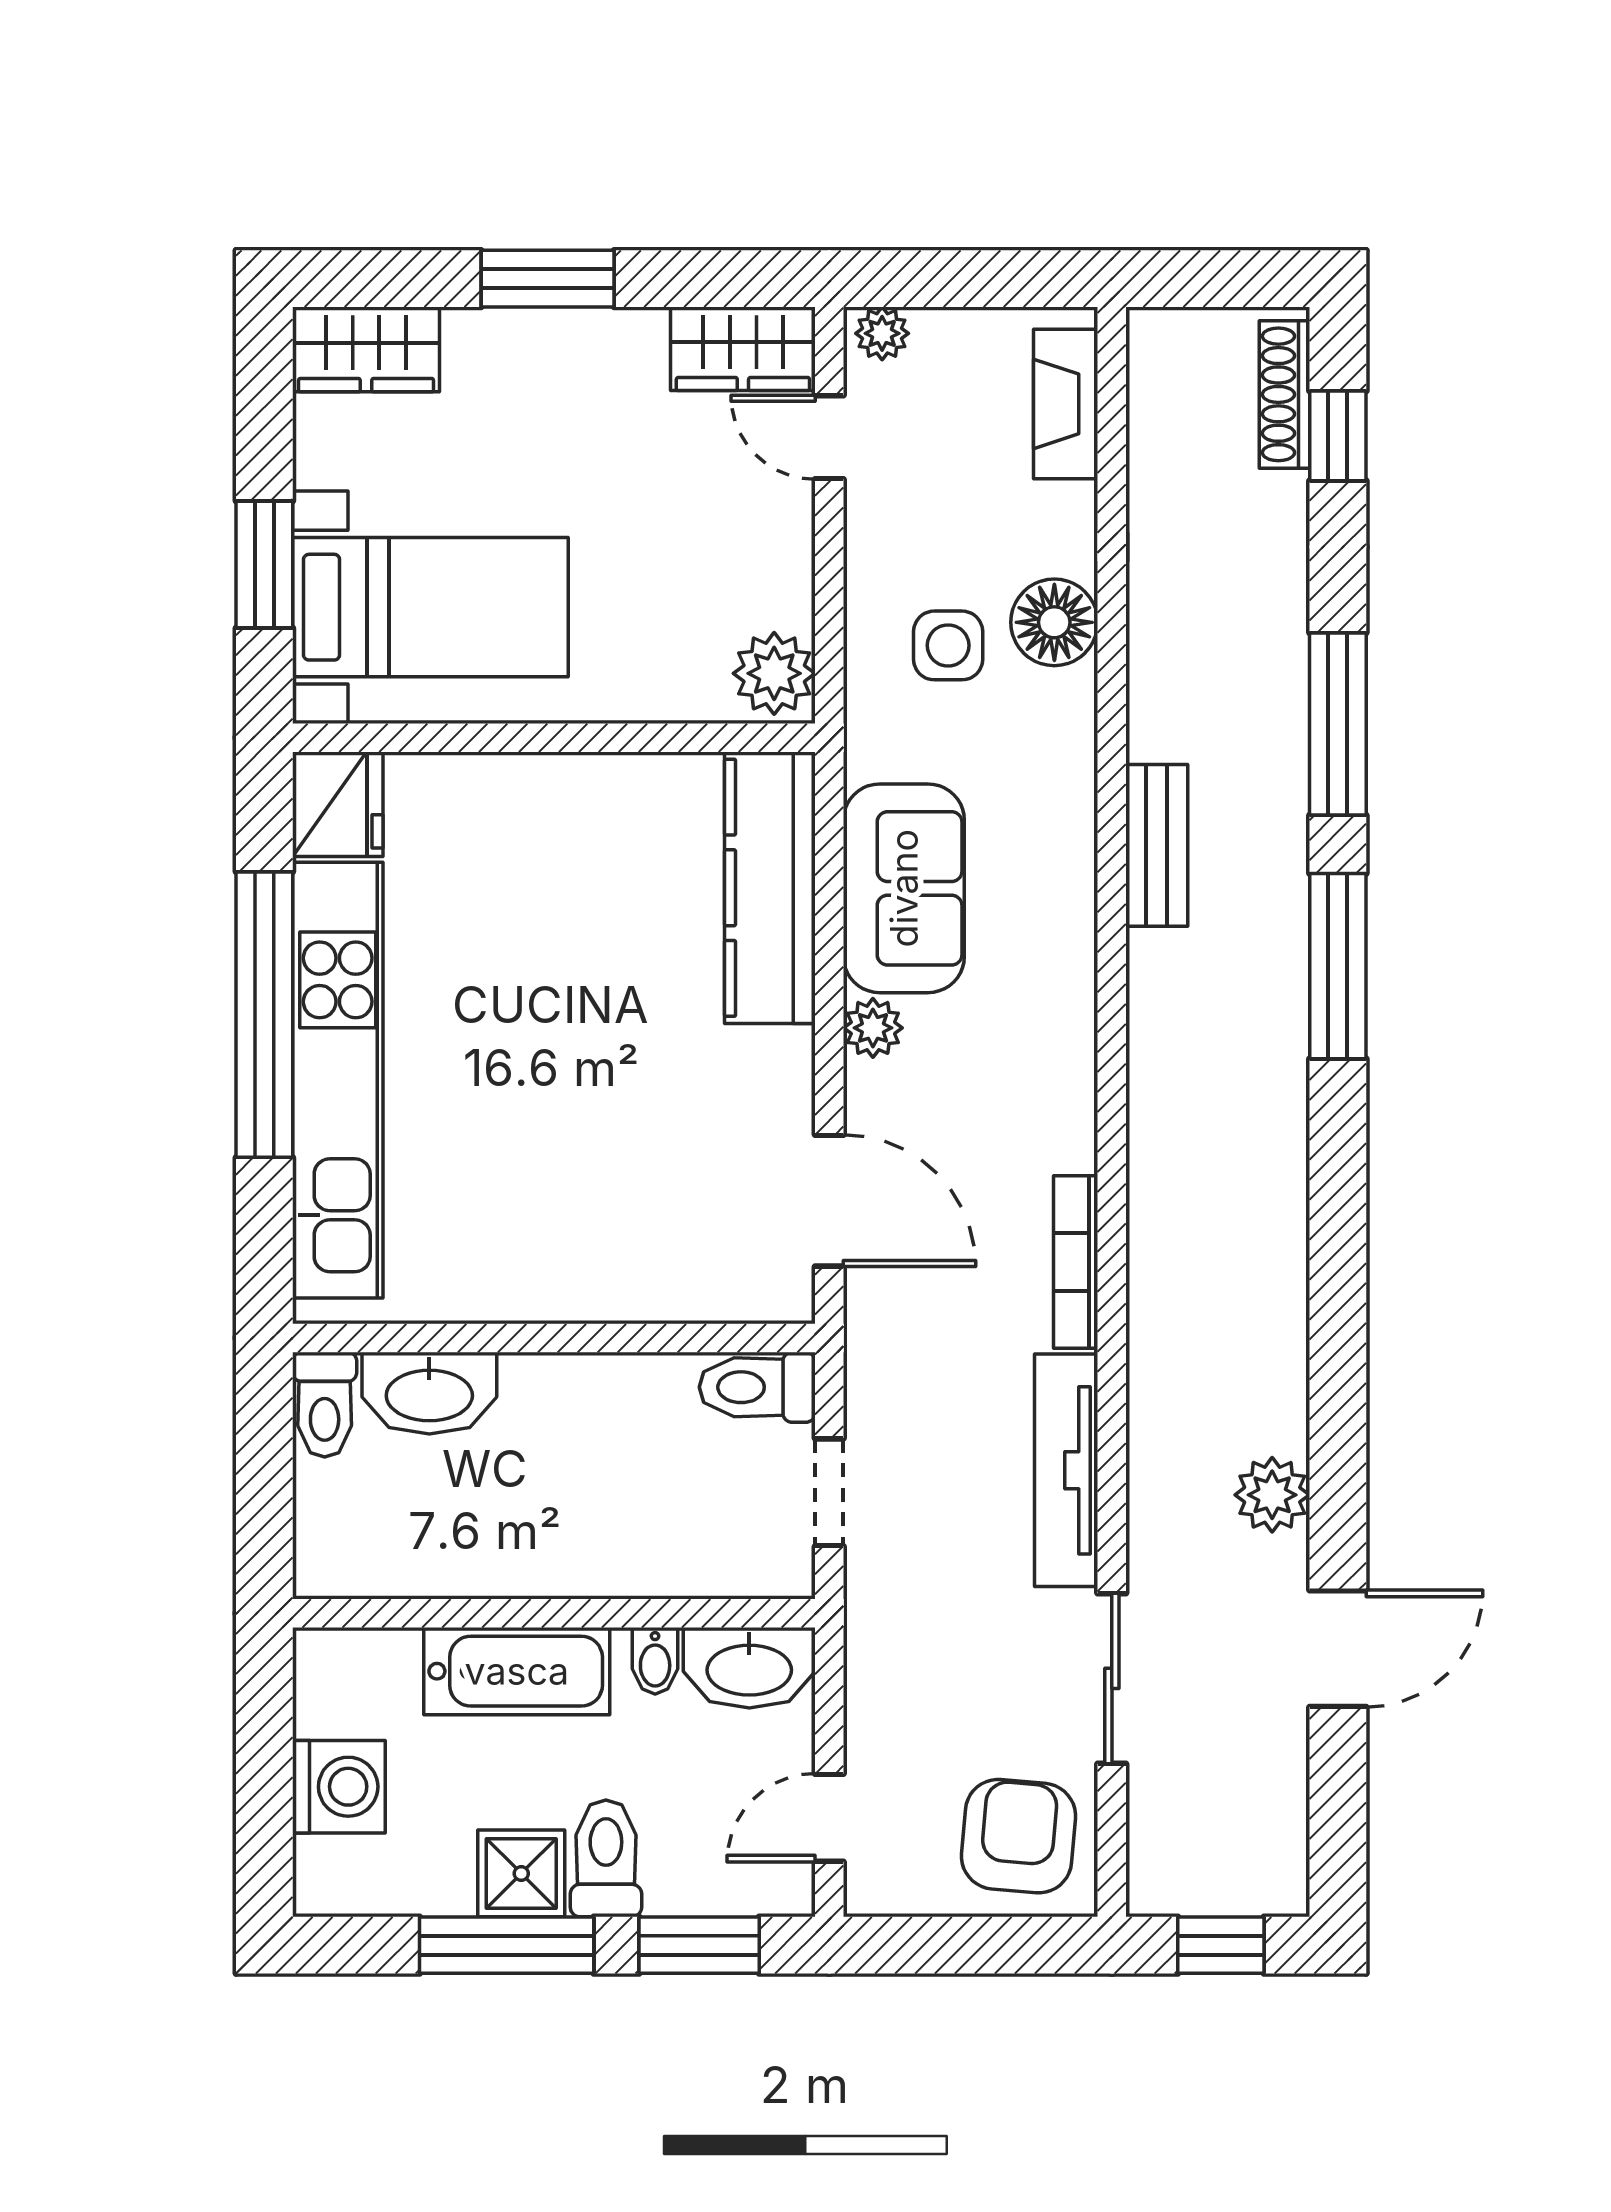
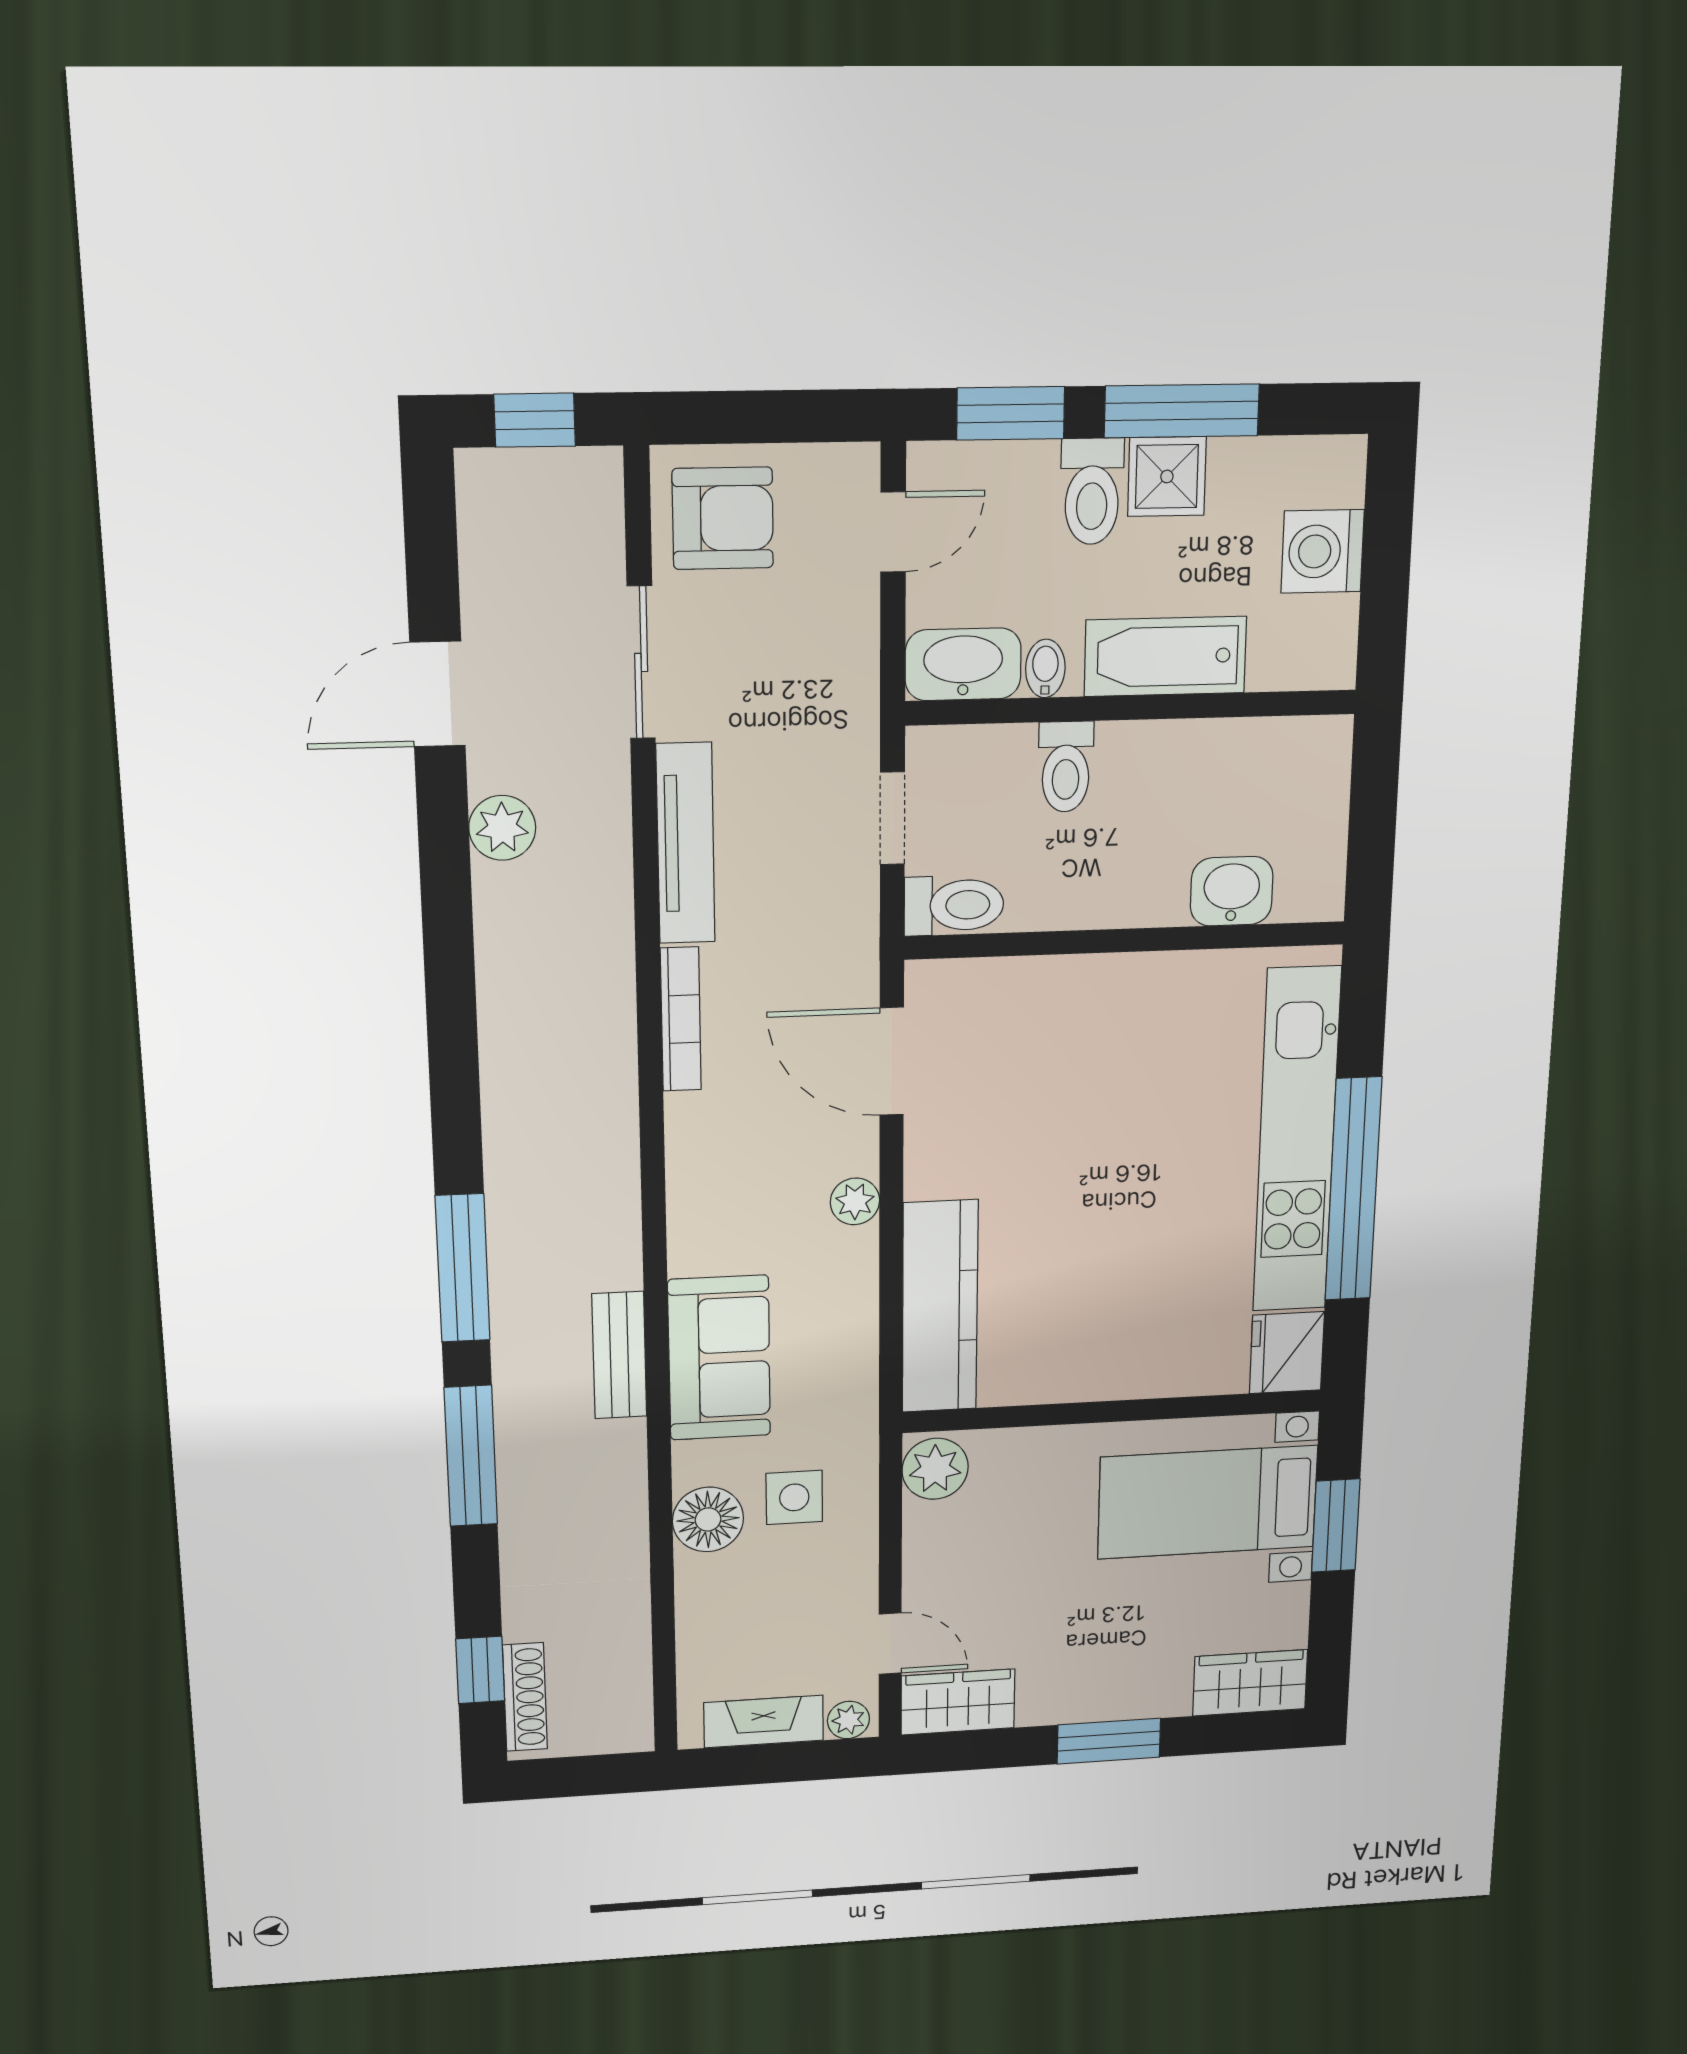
fireplace: (1066, 404) -> (764, 1722), moved, turned -90
sofa: (904, 888) -> (719, 1358), moved, turned 180
washbasin: (429, 1393) -> (1232, 891), width x0.72
toilet: (325, 1405) -> (1066, 767), moved, turned 180
armchair: (1018, 1836) -> (723, 518), turned -95

